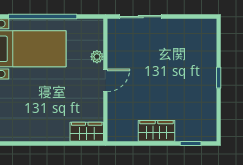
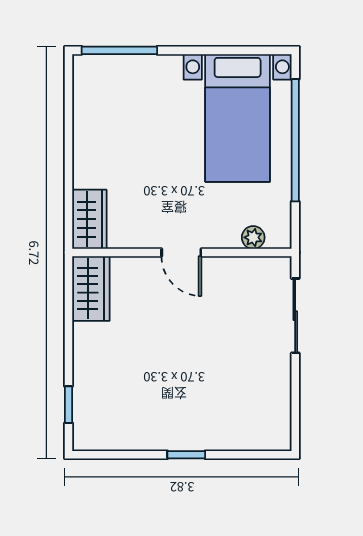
plant: (97, 57) -> (253, 237), moved
wardrobe: (156, 131) -> (91, 289), moved

